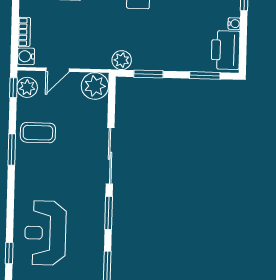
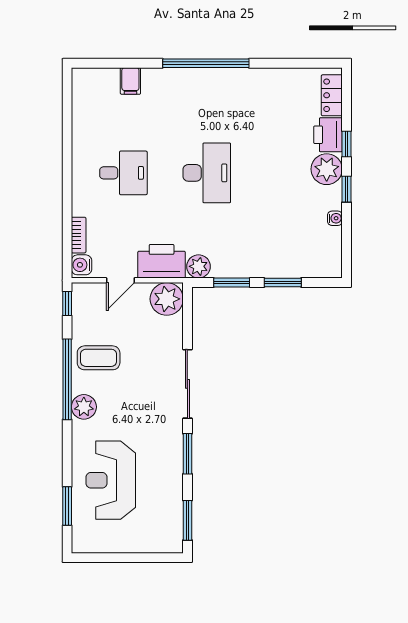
printer: (226, 50) -> (162, 261), moved, turned 90
window: (205, 75) -> (283, 282), moved
plant: (27, 87) -> (84, 407), moved
window: (12, 150) -> (67, 379), width x2.11
window: (9, 253) -> (67, 506), width x1.50

